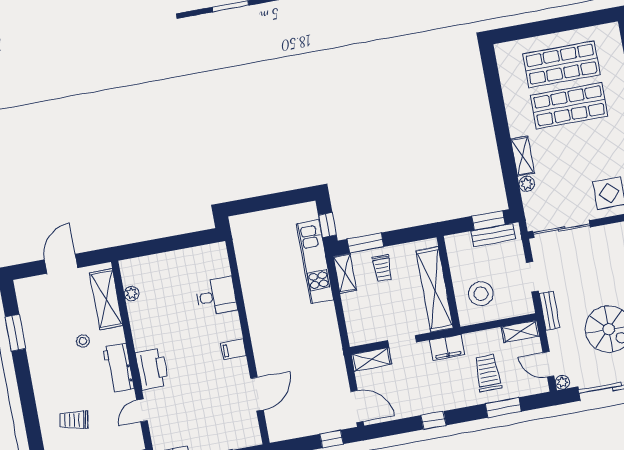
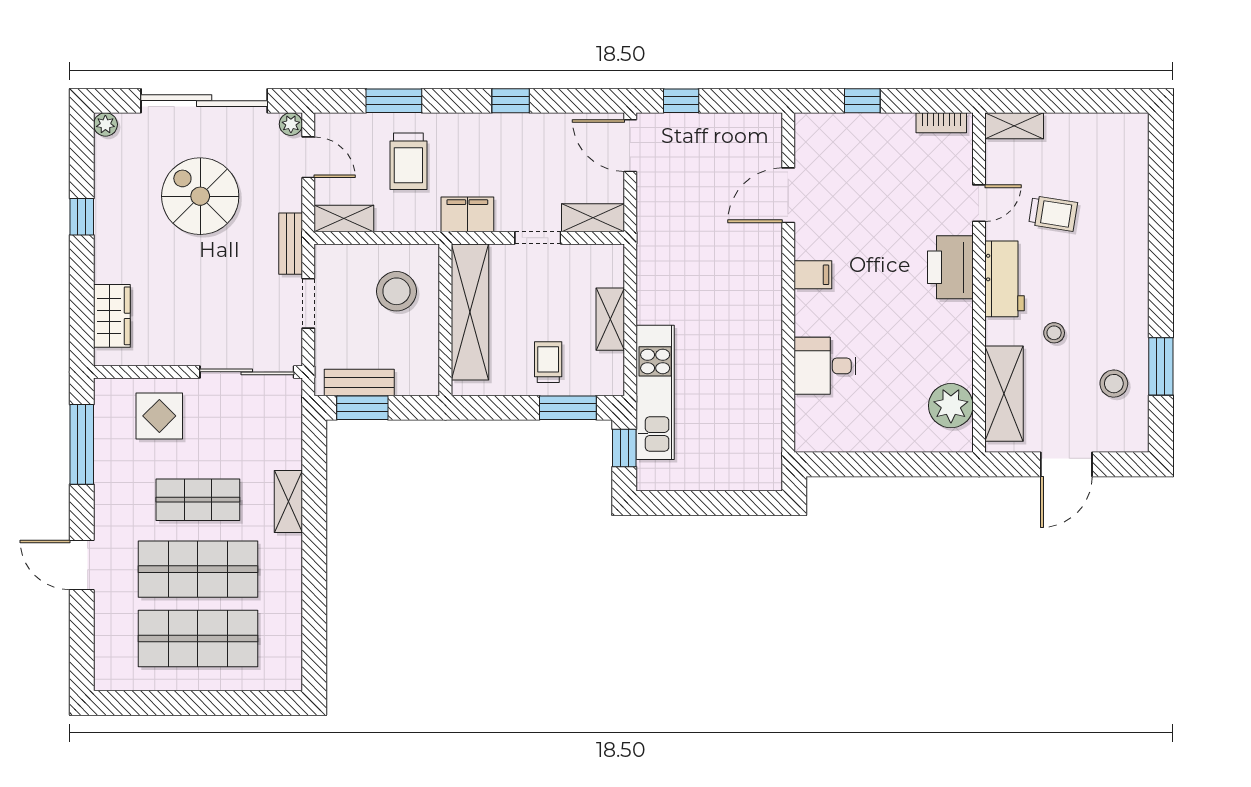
shop shelf: (577, 147) -> (198, 500), added
plant: (527, 184) -> (290, 455), removed
shelving: (345, 273) -> (610, 319), moved
plant: (132, 294) -> (951, 406), width x1.87, depth x1.87
stool: (42, 317) -> (1114, 384), added
trolley: (74, 420) -> (1053, 213), moved

